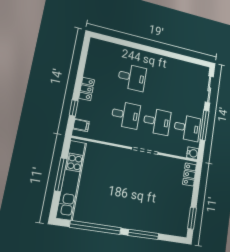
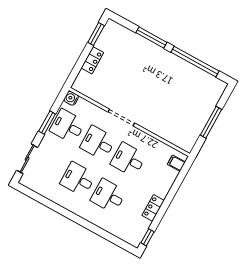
desk: (163, 85) -> (78, 179), added
locker: (87, 89) -> (153, 208), moved
window: (74, 108) -> (147, 237), moved
window: (204, 125) -> (47, 123), width x0.69
locker: (190, 175) -> (92, 60), moved
kitchen unit: (71, 180) -> (203, 114), removed

